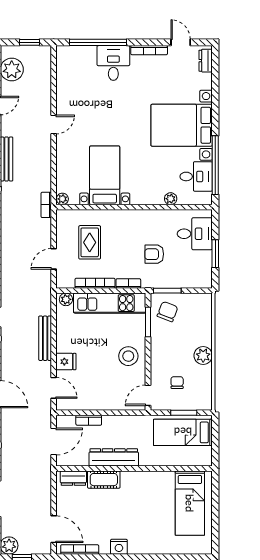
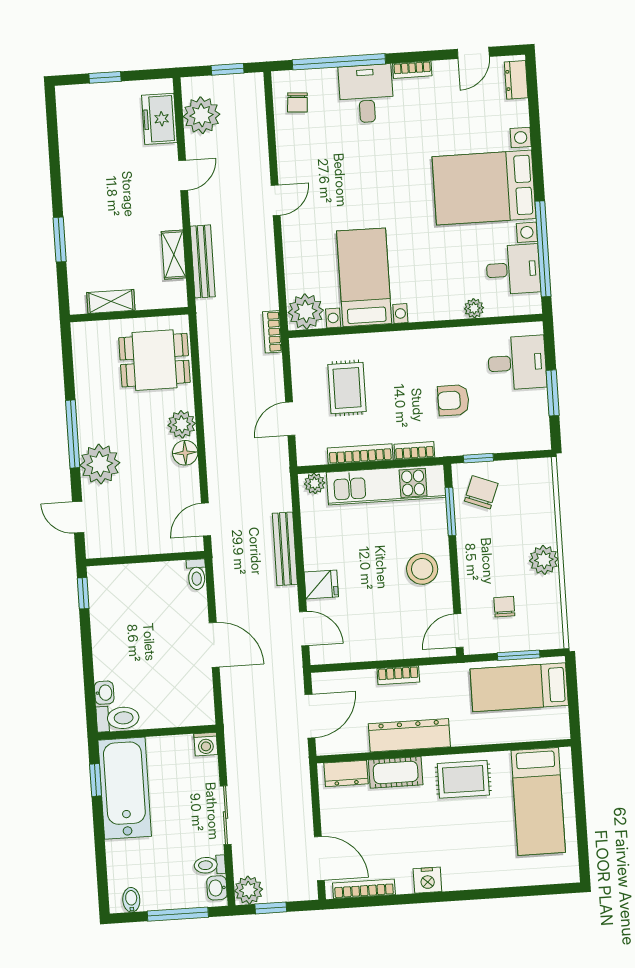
door: (181, 42) -> (473, 53), swing flipped
bookcase: (149, 50) -> (412, 70), width x0.64
chair: (71, 66) -> (297, 102), added
plant: (62, 199) -> (306, 311), width x1.88, depth x1.88
window: (167, 291) -> (478, 458), width x0.67
bookcase: (89, 420) -> (398, 675), moved
rug: (145, 486) -> (463, 779), added

